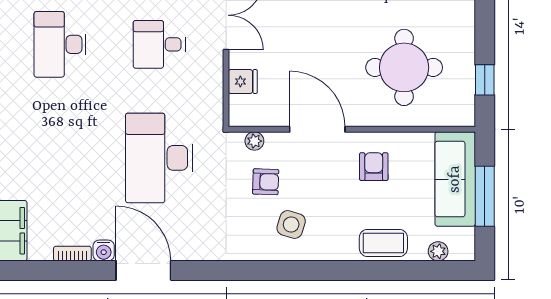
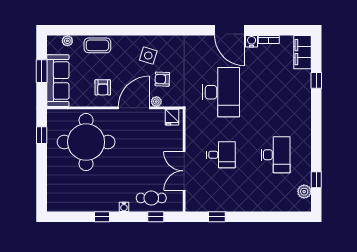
round table: (404, 67) -> (86, 142), width x1.36, depth x1.36
fridge: (243, 81) -> (172, 117), moved, turned -90
door: (317, 129) -> (134, 108), swing flipped
plant: (254, 141) -> (156, 102), moved
window: (485, 196) -> (42, 71), width x0.69

